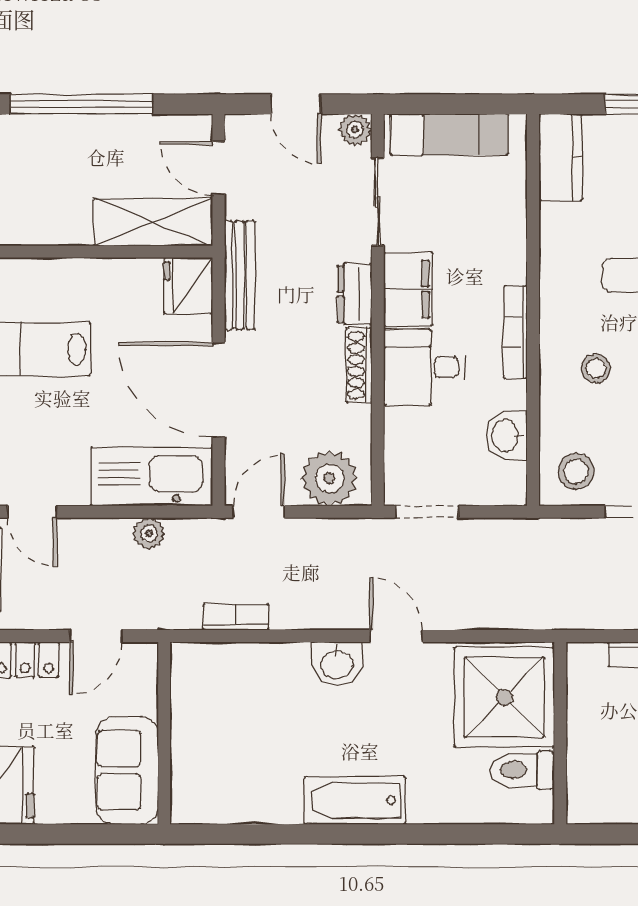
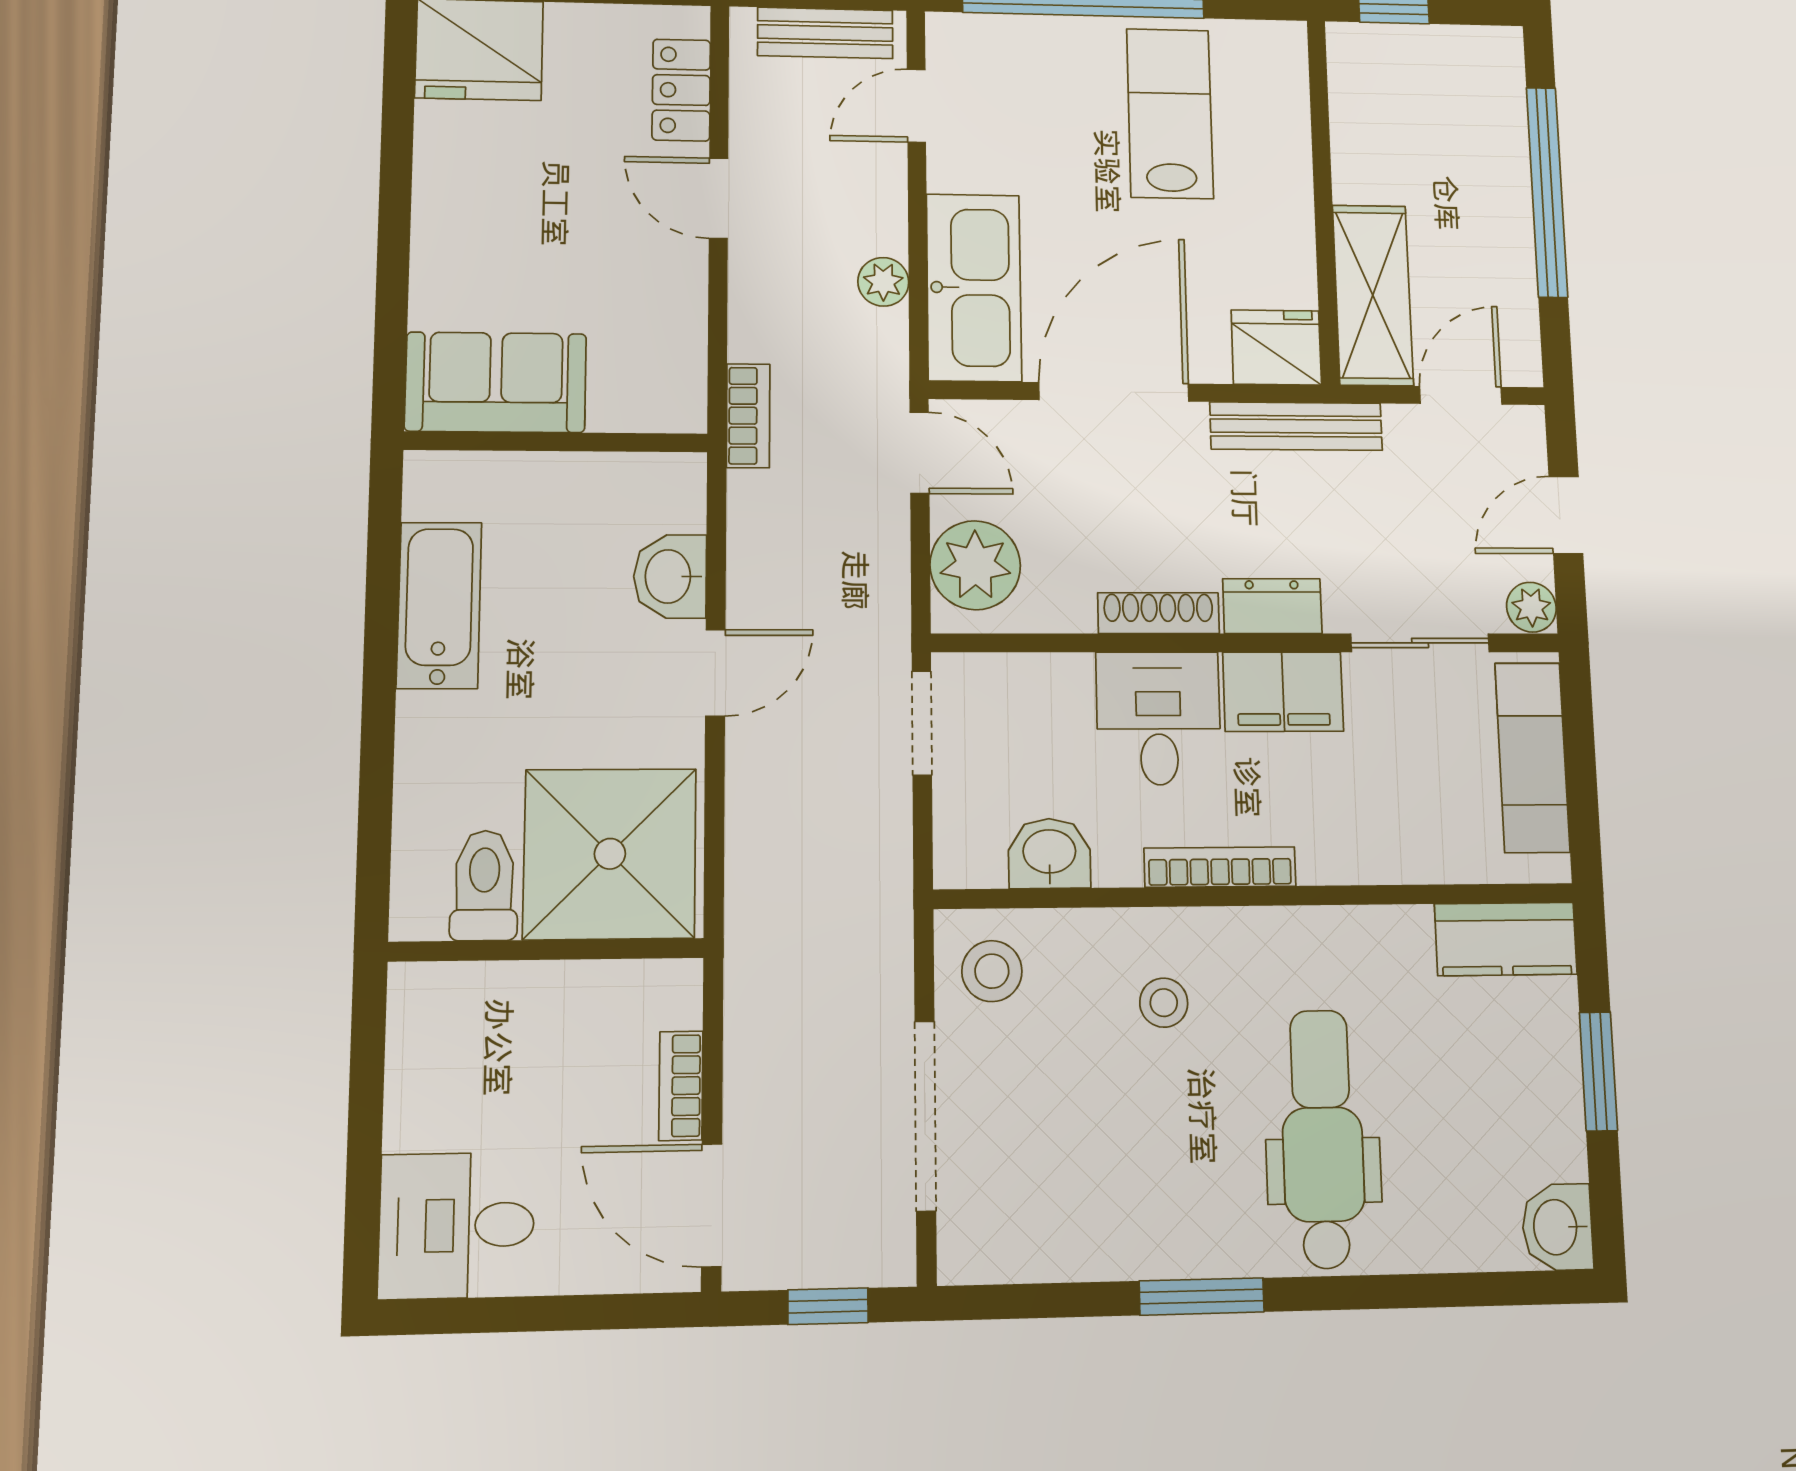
wall: (164, 733) -> (556, 442), moved
sofa: (127, 770) -> (496, 382), moved

